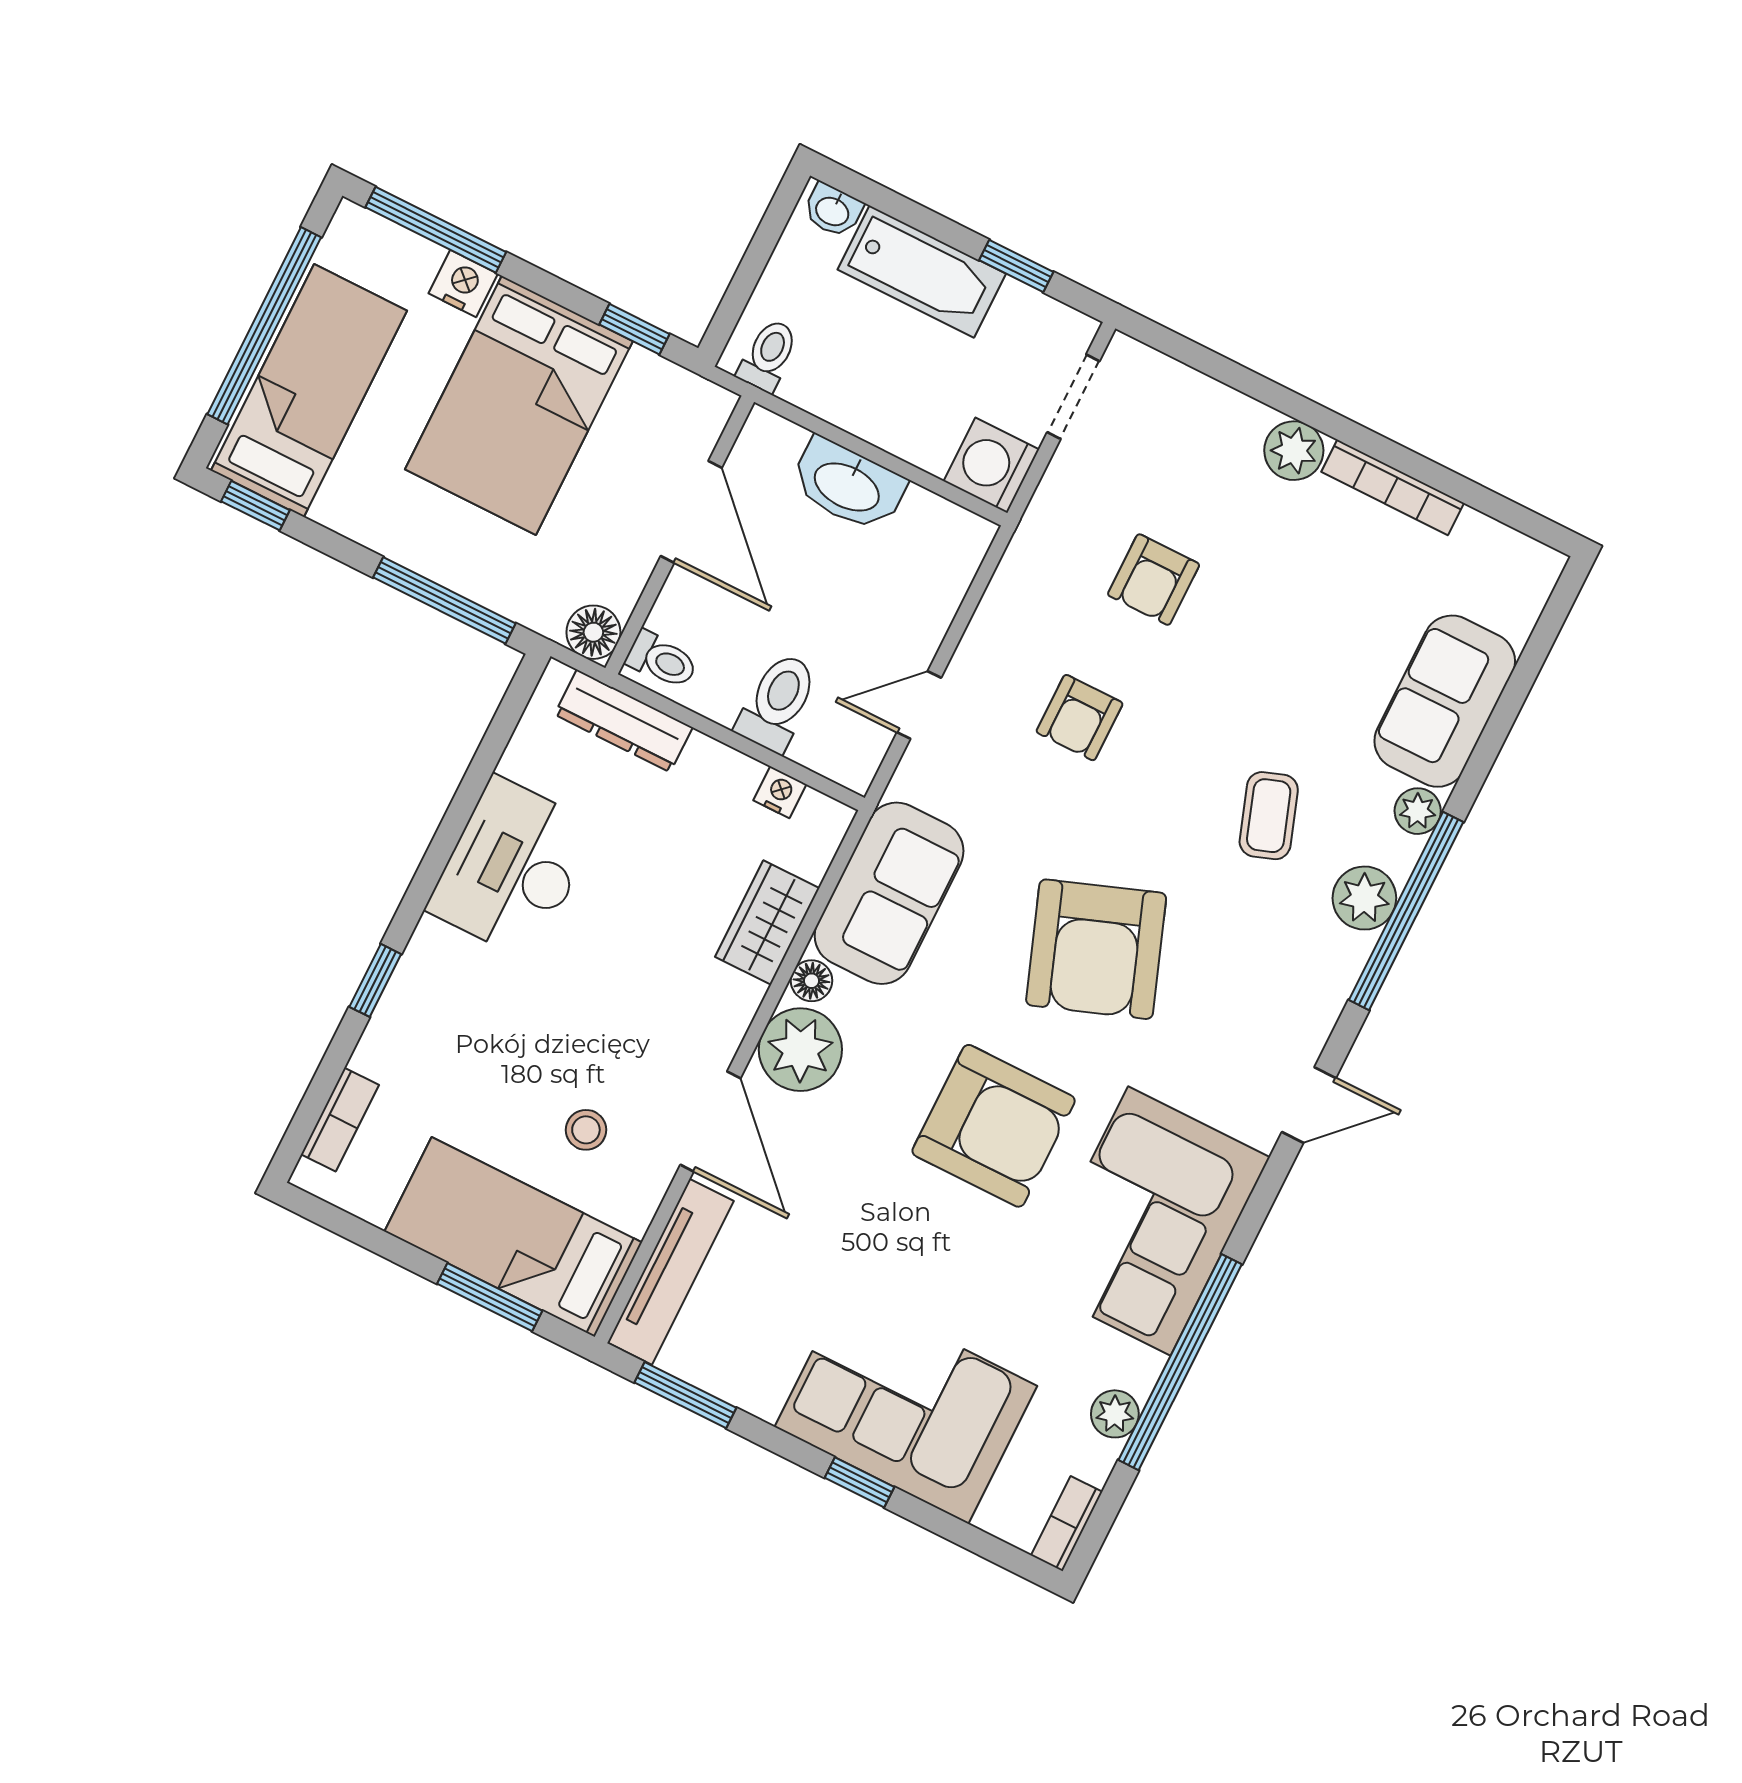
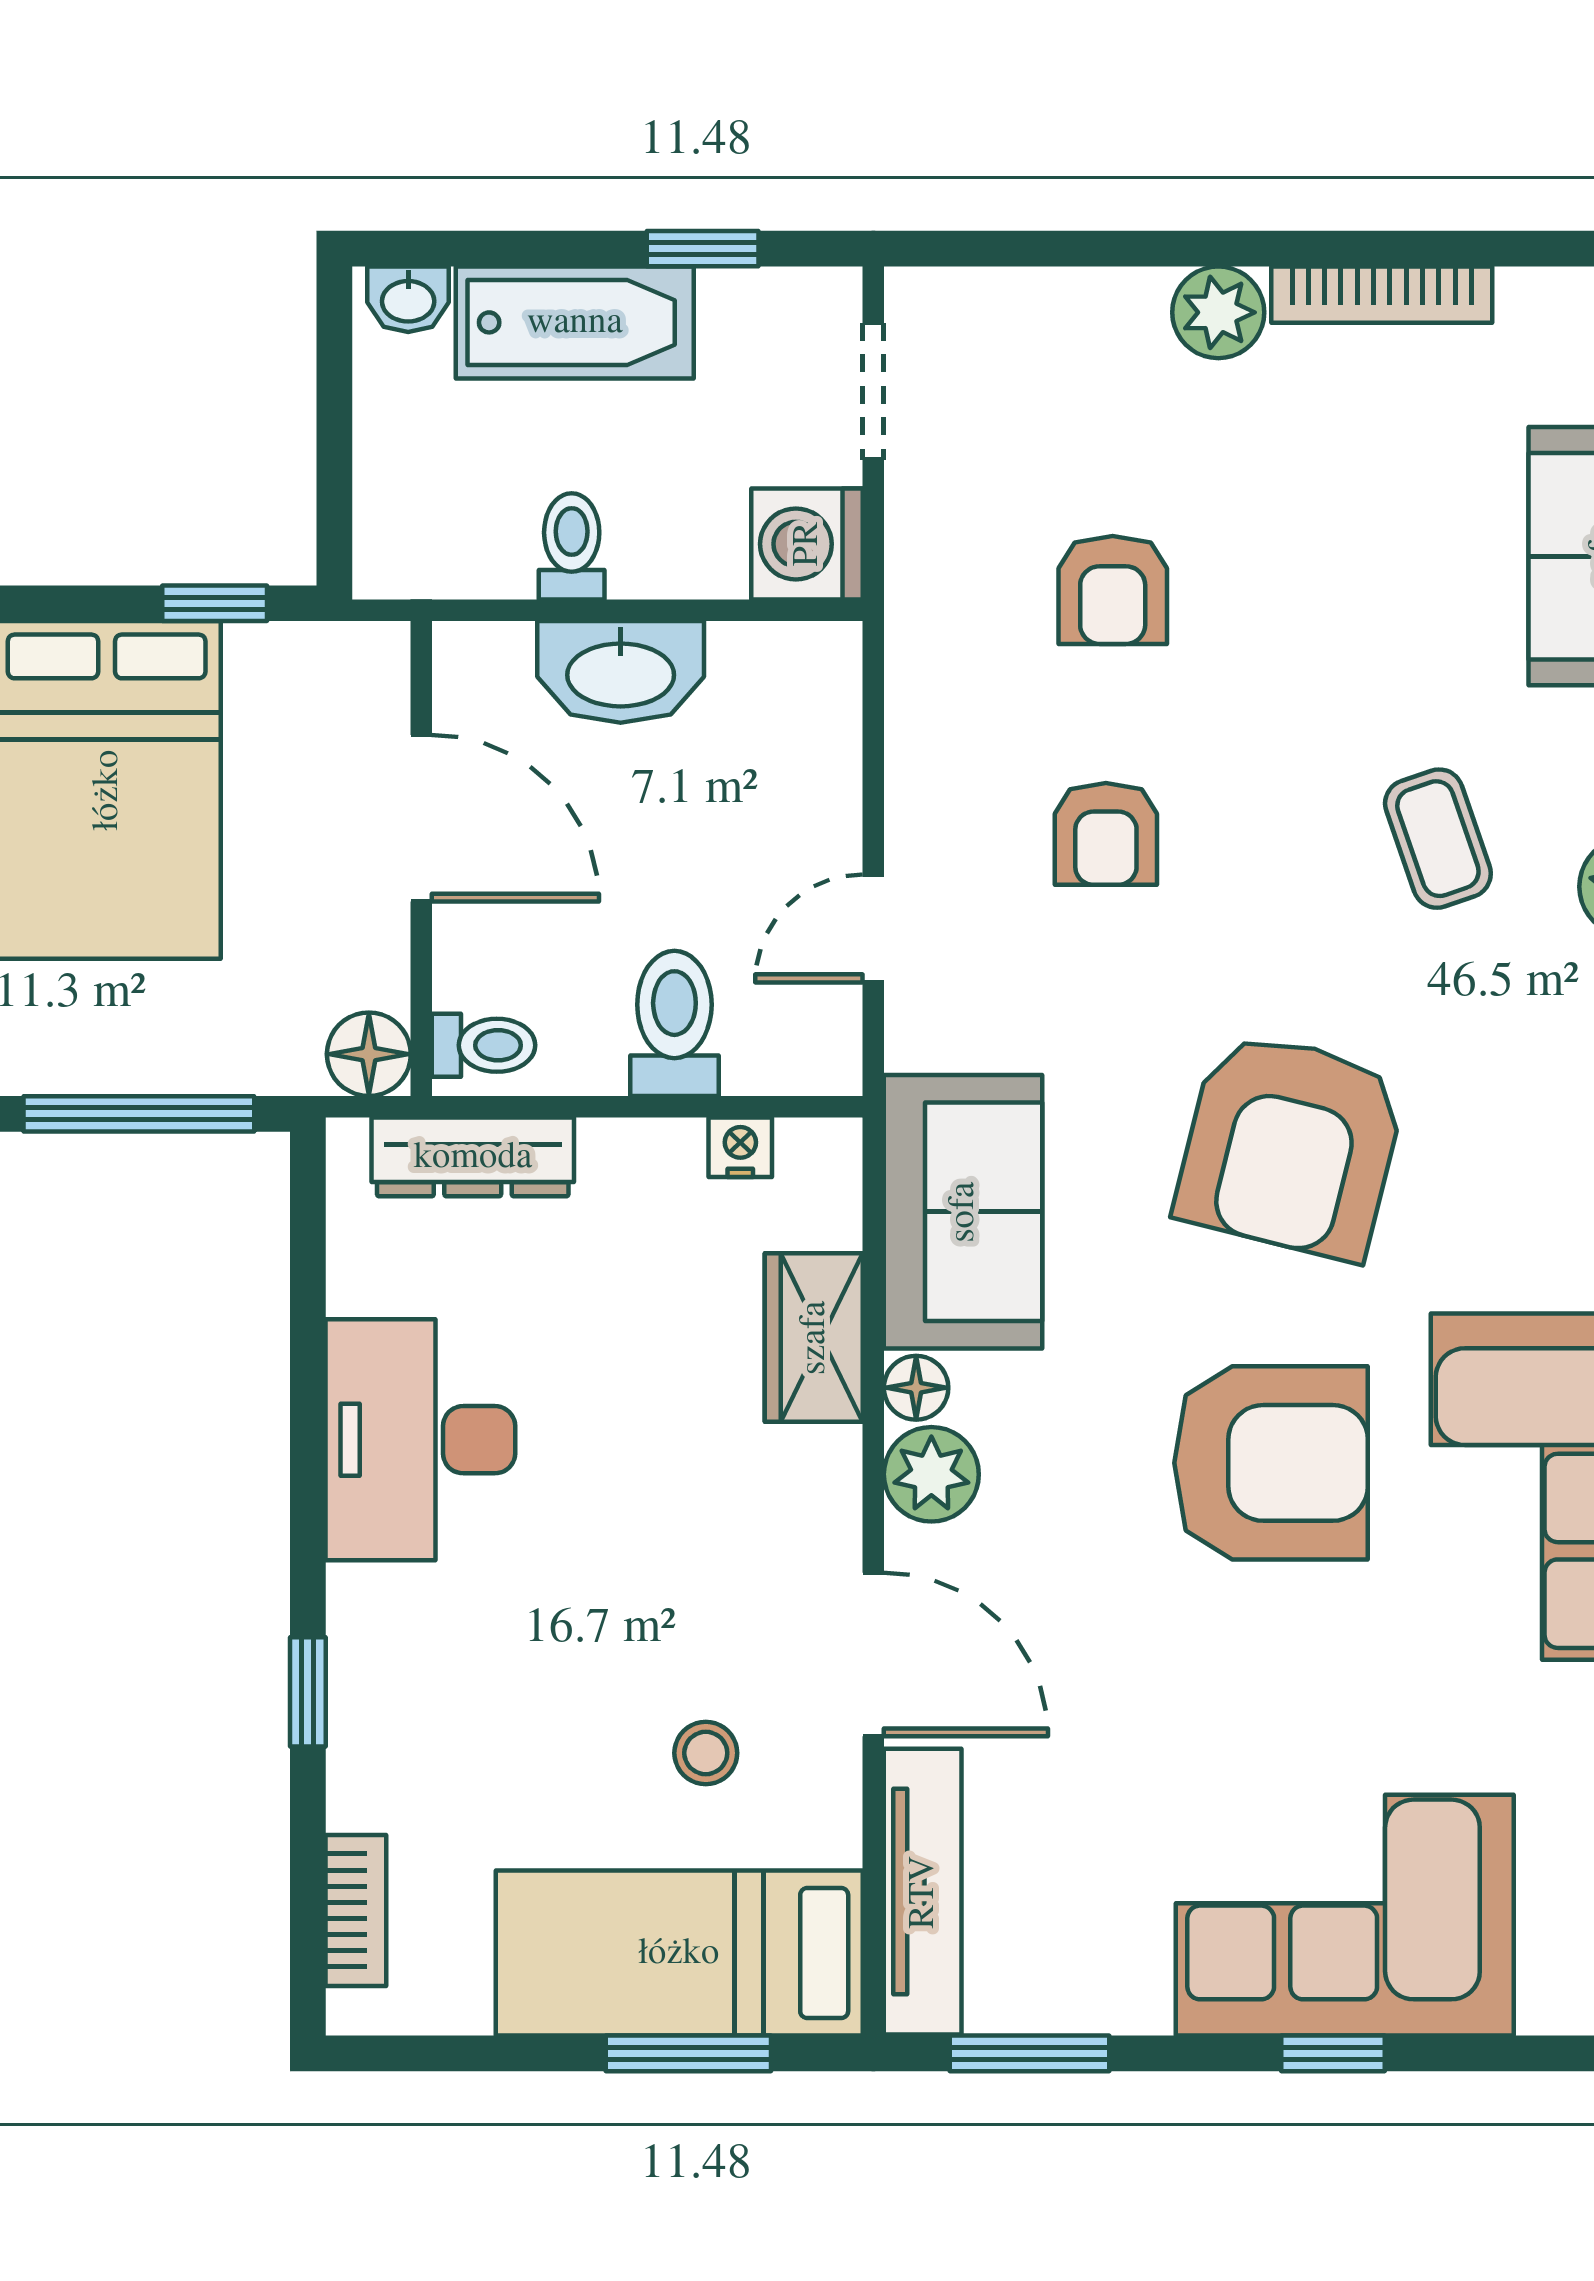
toilet: (768, 355) -> (572, 546), moved
armchair: (1096, 949) -> (1291, 1145), turned 34
plant: (800, 1050) -> (931, 1474), width x0.73, depth x0.73

